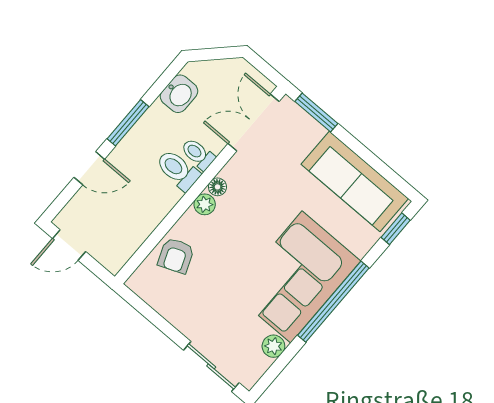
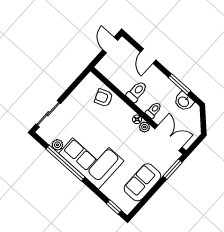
window: (128, 123) -> (179, 84), moved
toilet: (178, 170) -> (137, 92), moved
sofa: (355, 181) -> (142, 182), width x0.73
plant: (205, 204) -> (144, 127), moved
window: (333, 302) -> (65, 163), moved

